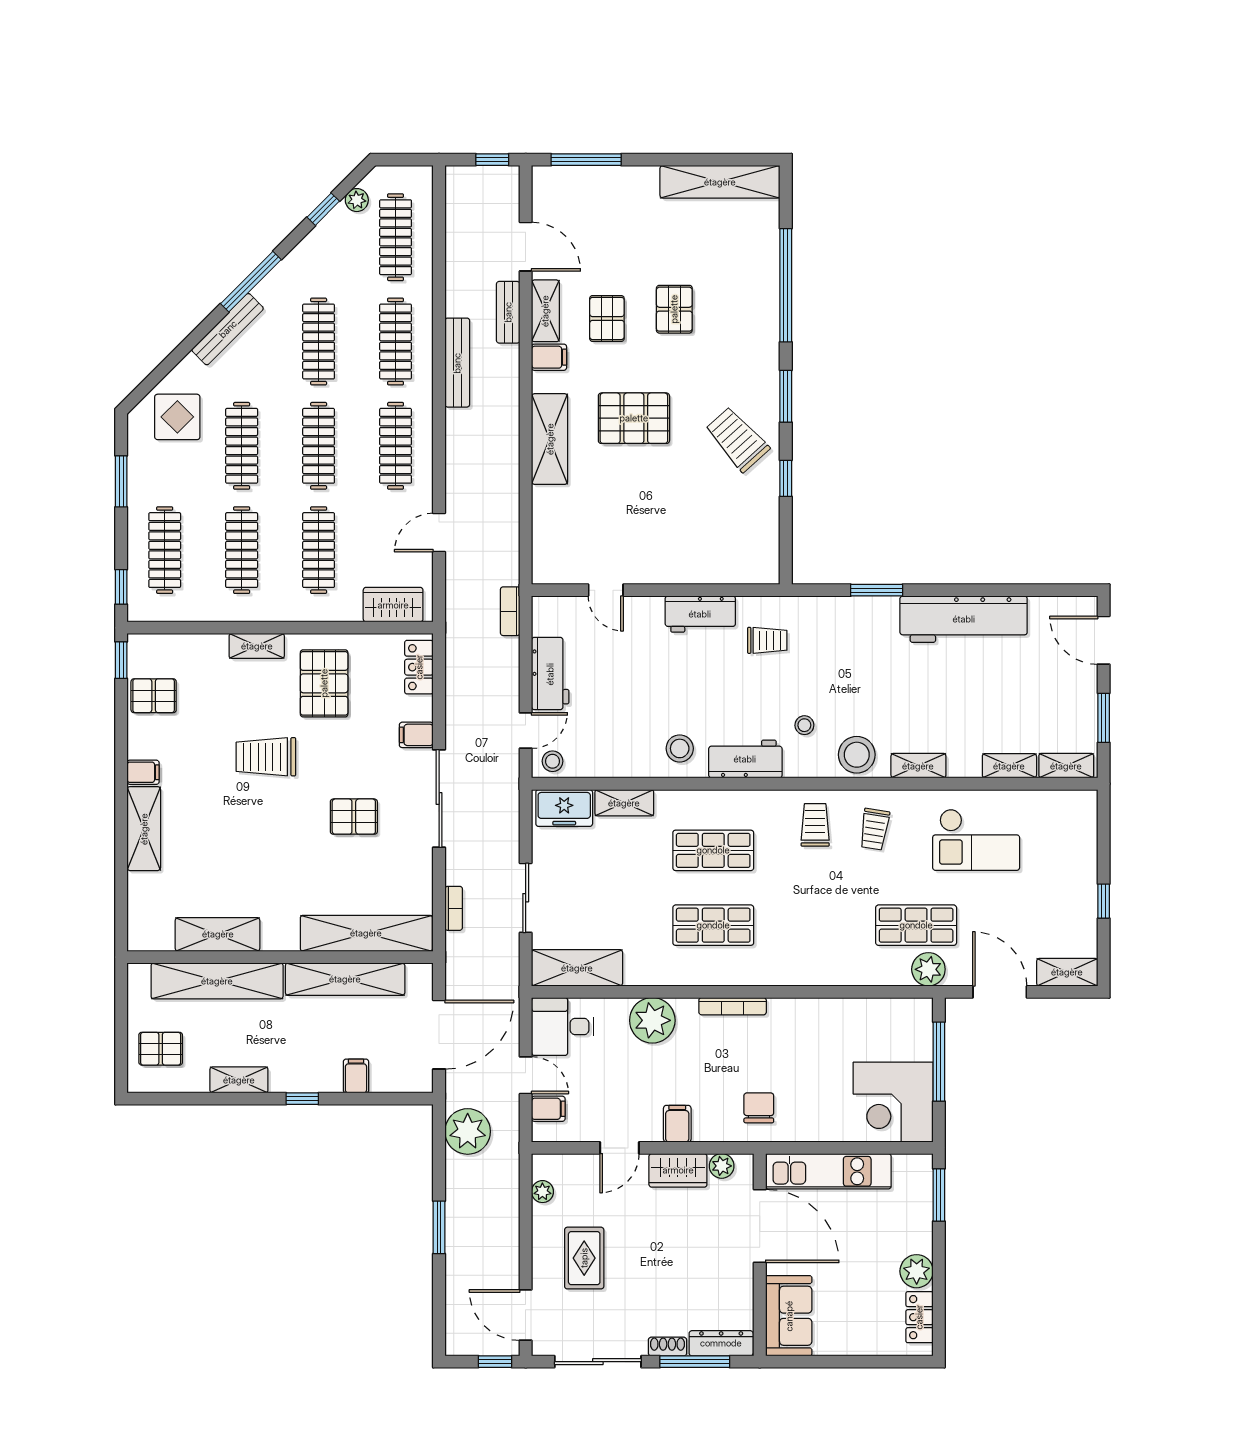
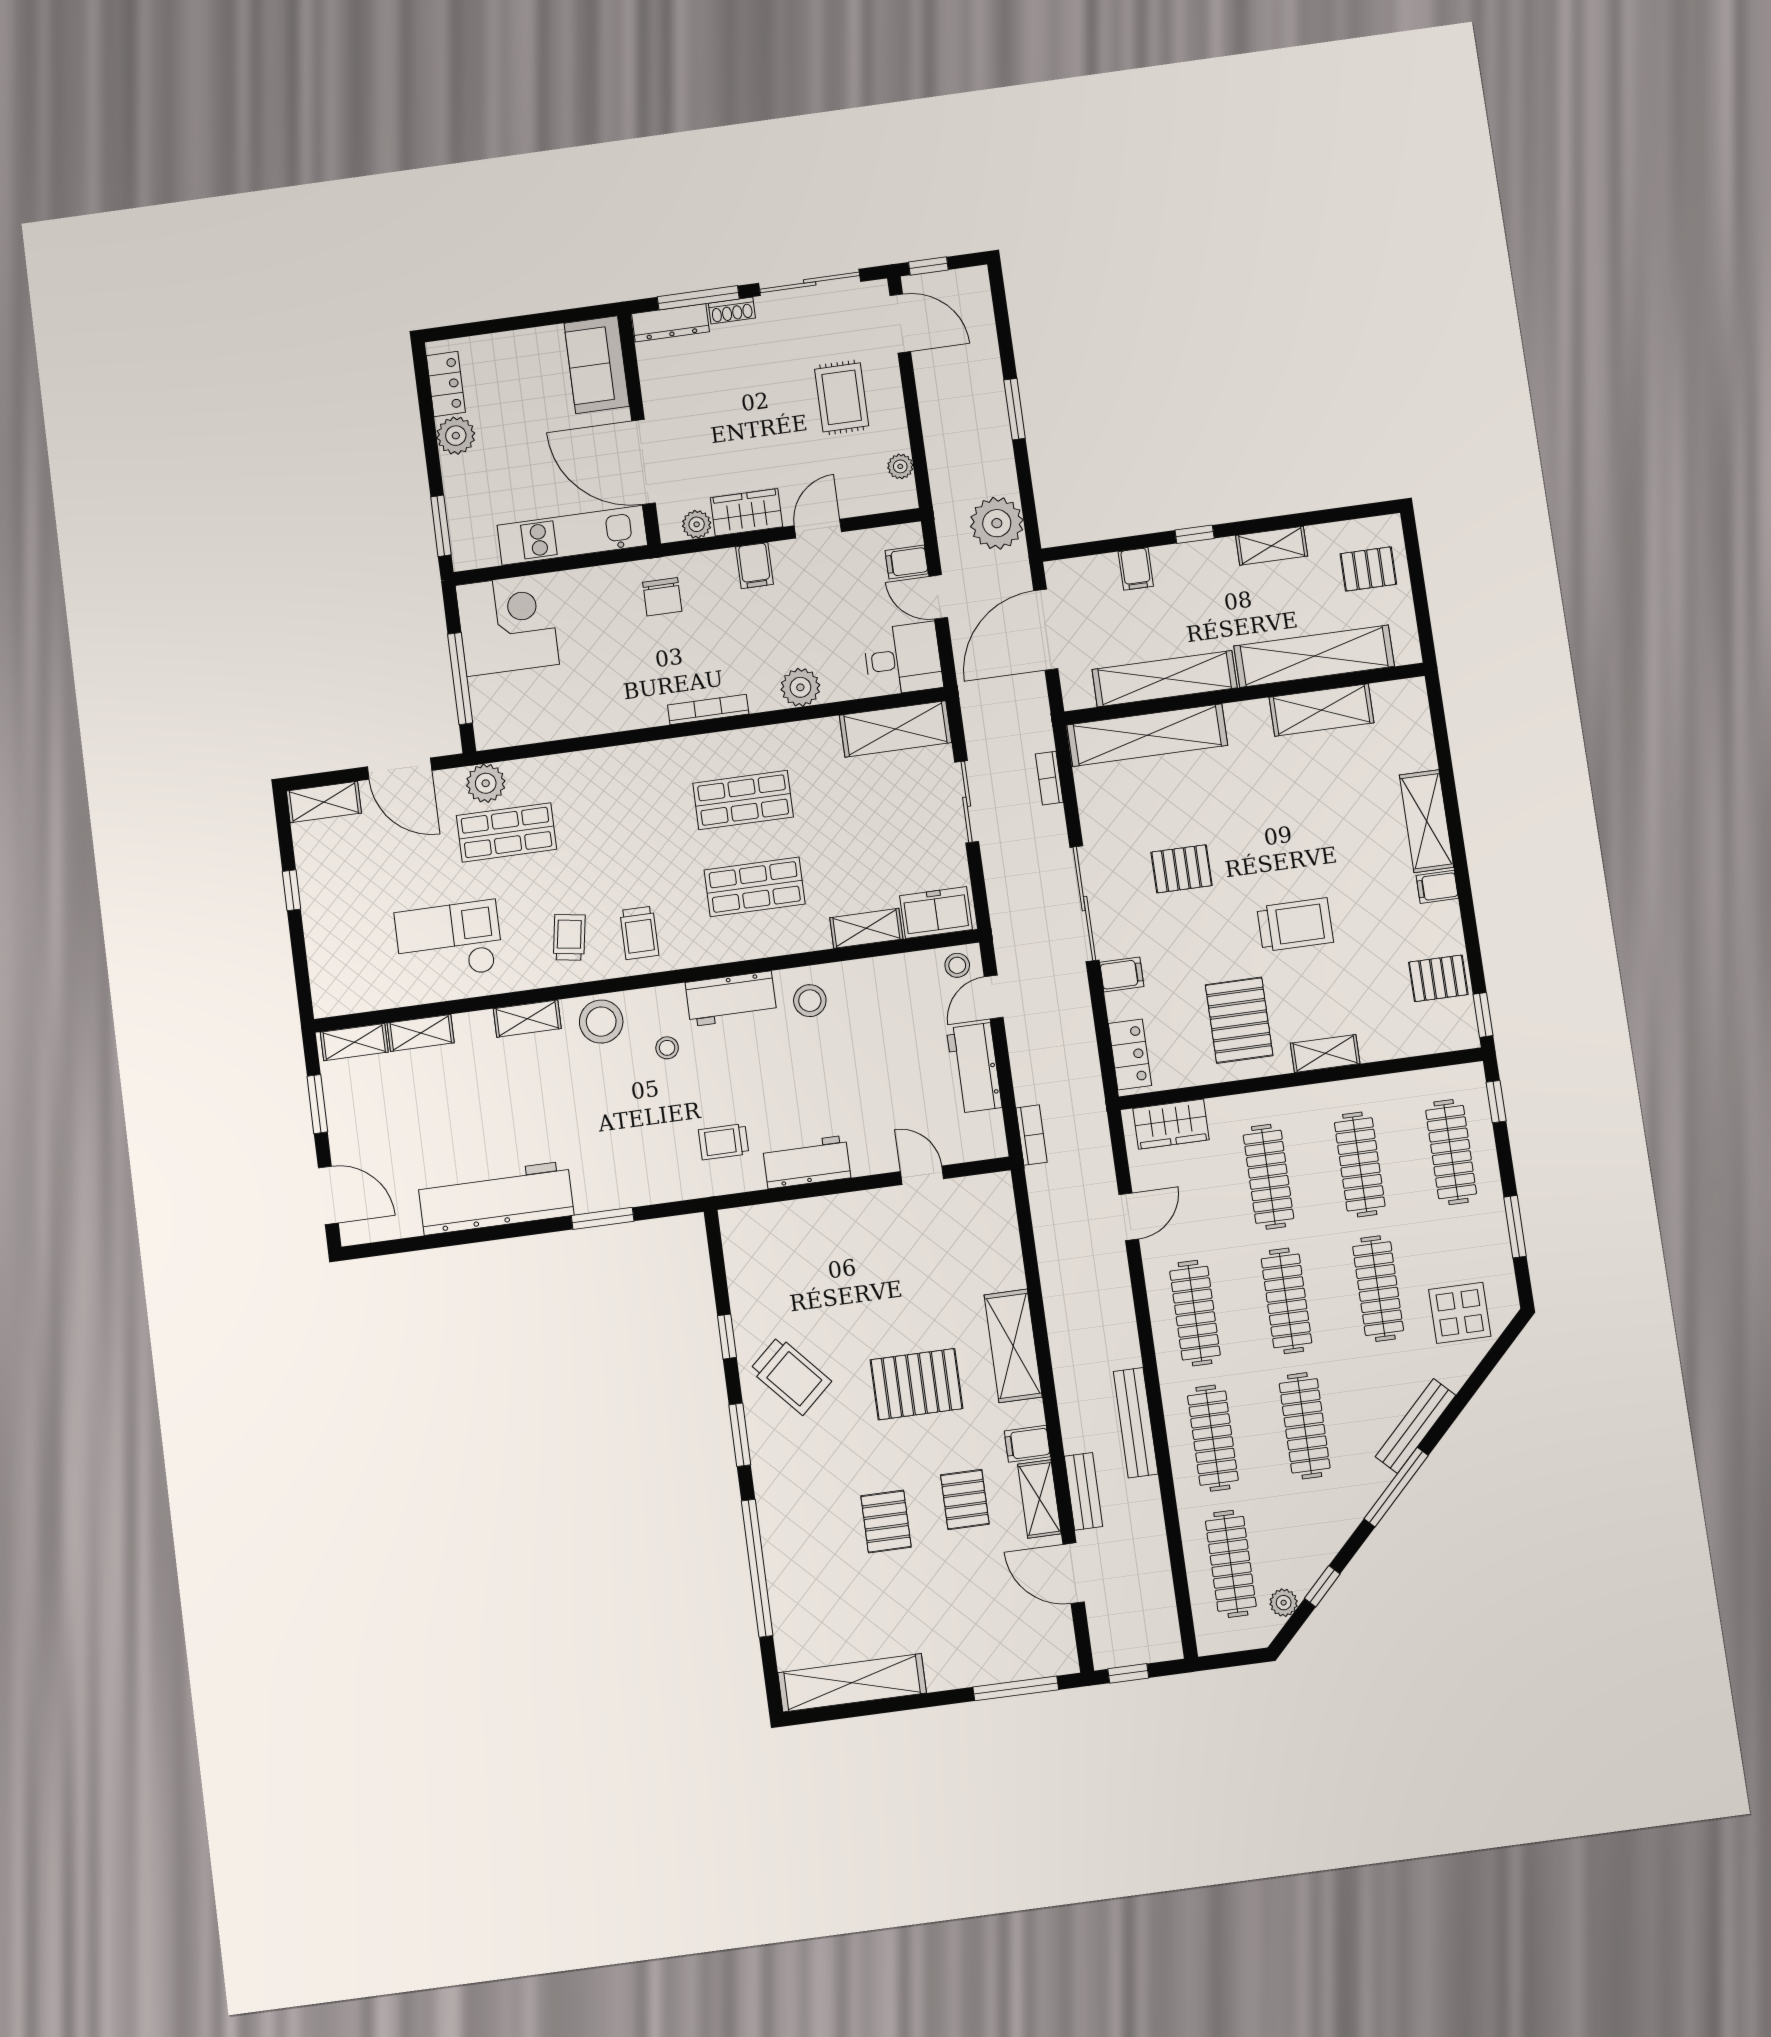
plant: (652, 1020) -> (800, 687), width x0.73, depth x0.73

